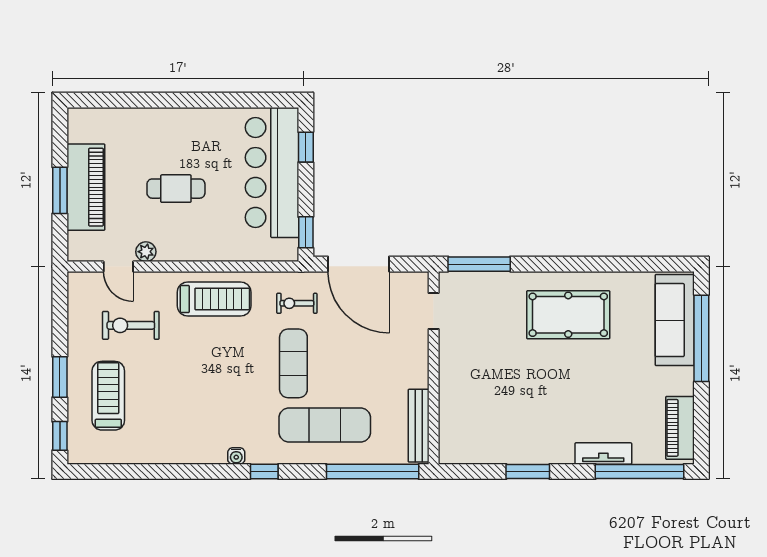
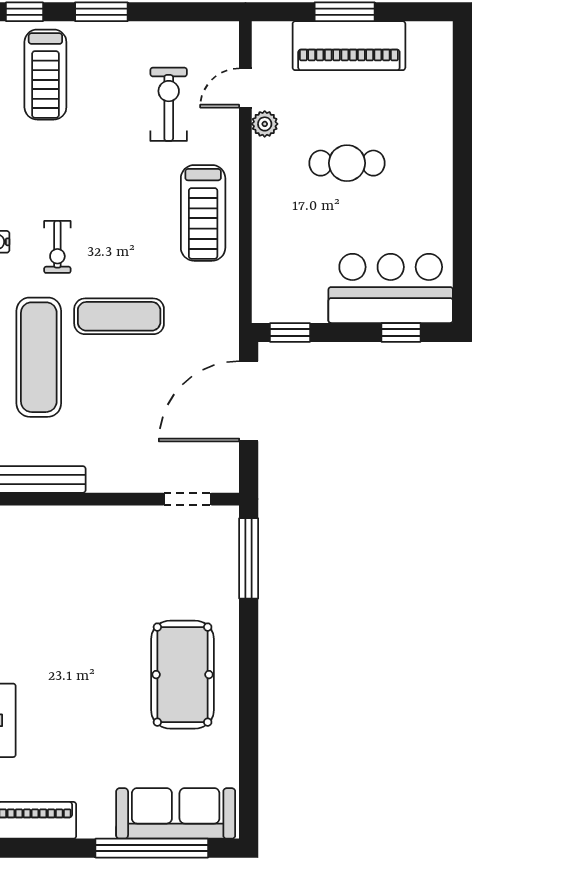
bar counter: (272, 172) -> (391, 288), width x0.73
cafe table: (176, 189) -> (347, 163), turned 90
exercise bike: (297, 303) -> (57, 247), moved, turned 180
treadmill: (108, 396) -> (45, 75), moved, turned 90

